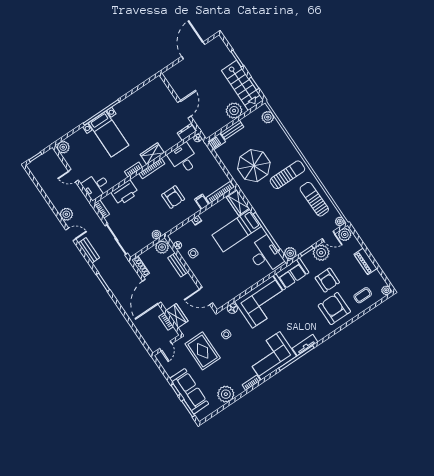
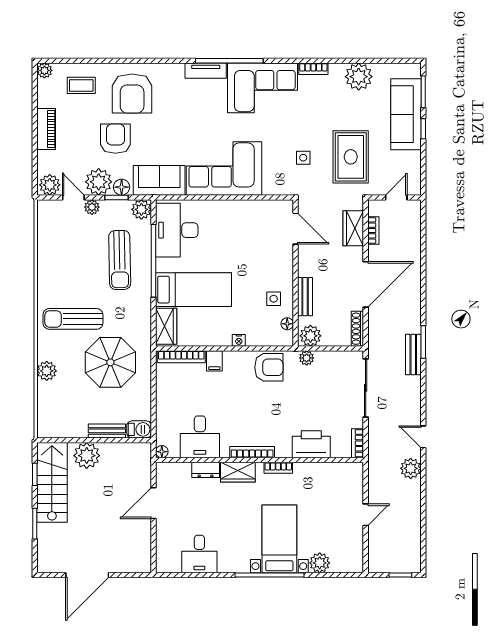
plant: (268, 117) -> (47, 371), moved
dresser: (187, 132) -> (206, 470), moved
plant: (63, 147) -> (320, 563), moved
door: (73, 176) -> (366, 515), hinge flipped
desk: (96, 186) -> (199, 554), moved, turned 90
armchair: (173, 197) -> (269, 367), moved, turned 90
sun lounger: (314, 199) -> (120, 260), moved
plant: (340, 221) -> (92, 207), moved
bench: (89, 250) -> (413, 355), moved
floor lamp: (232, 309) -> (122, 187), moved

